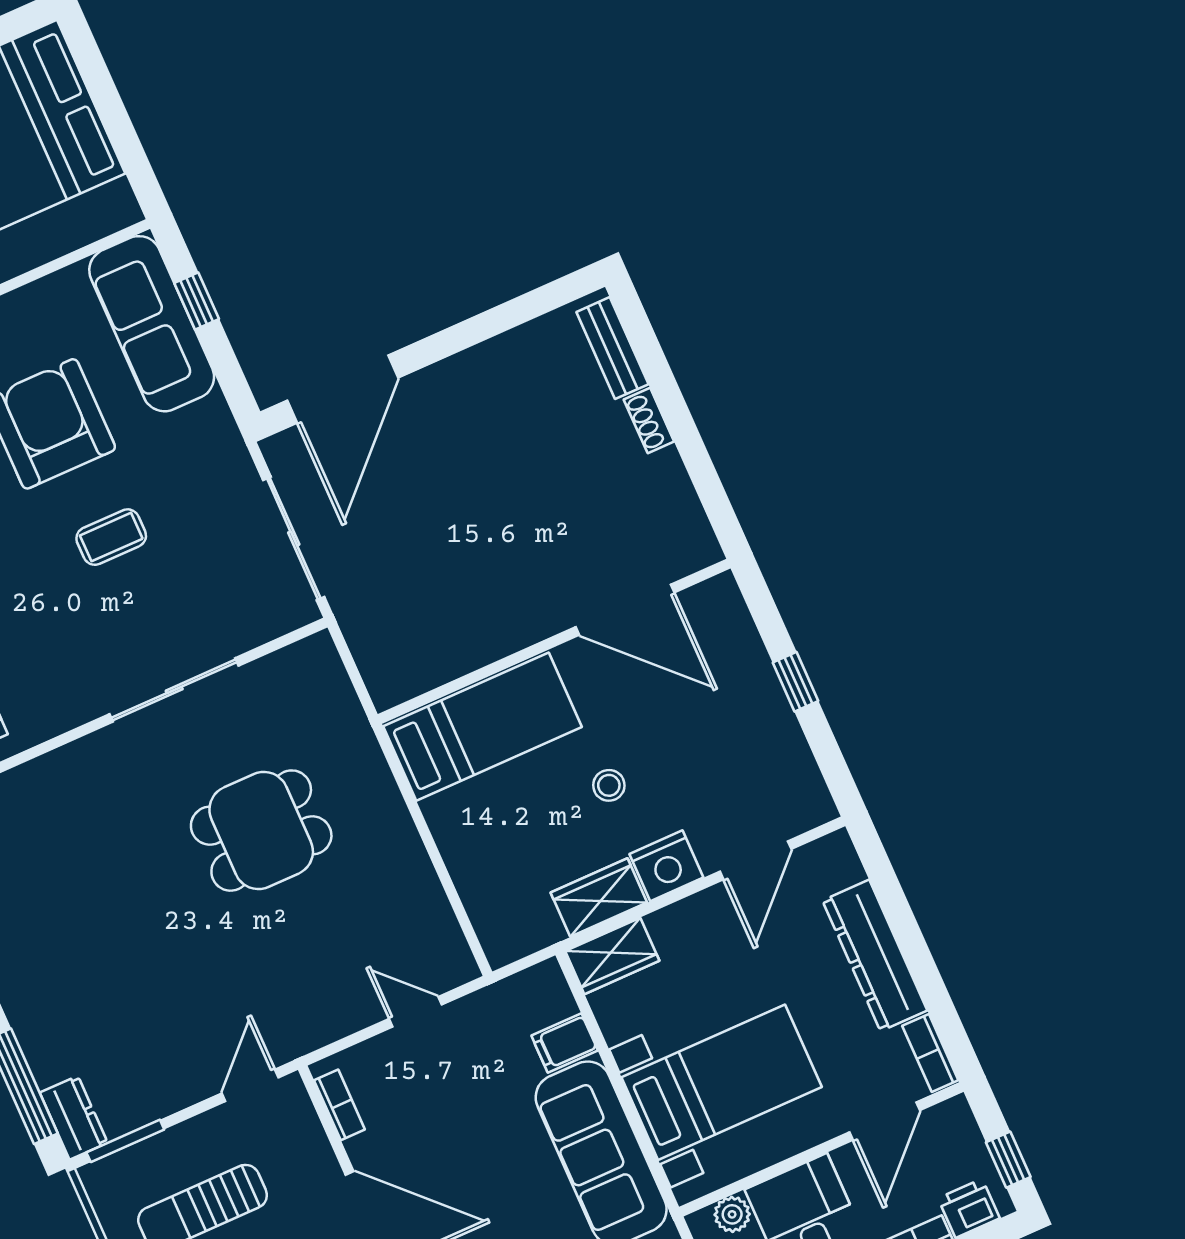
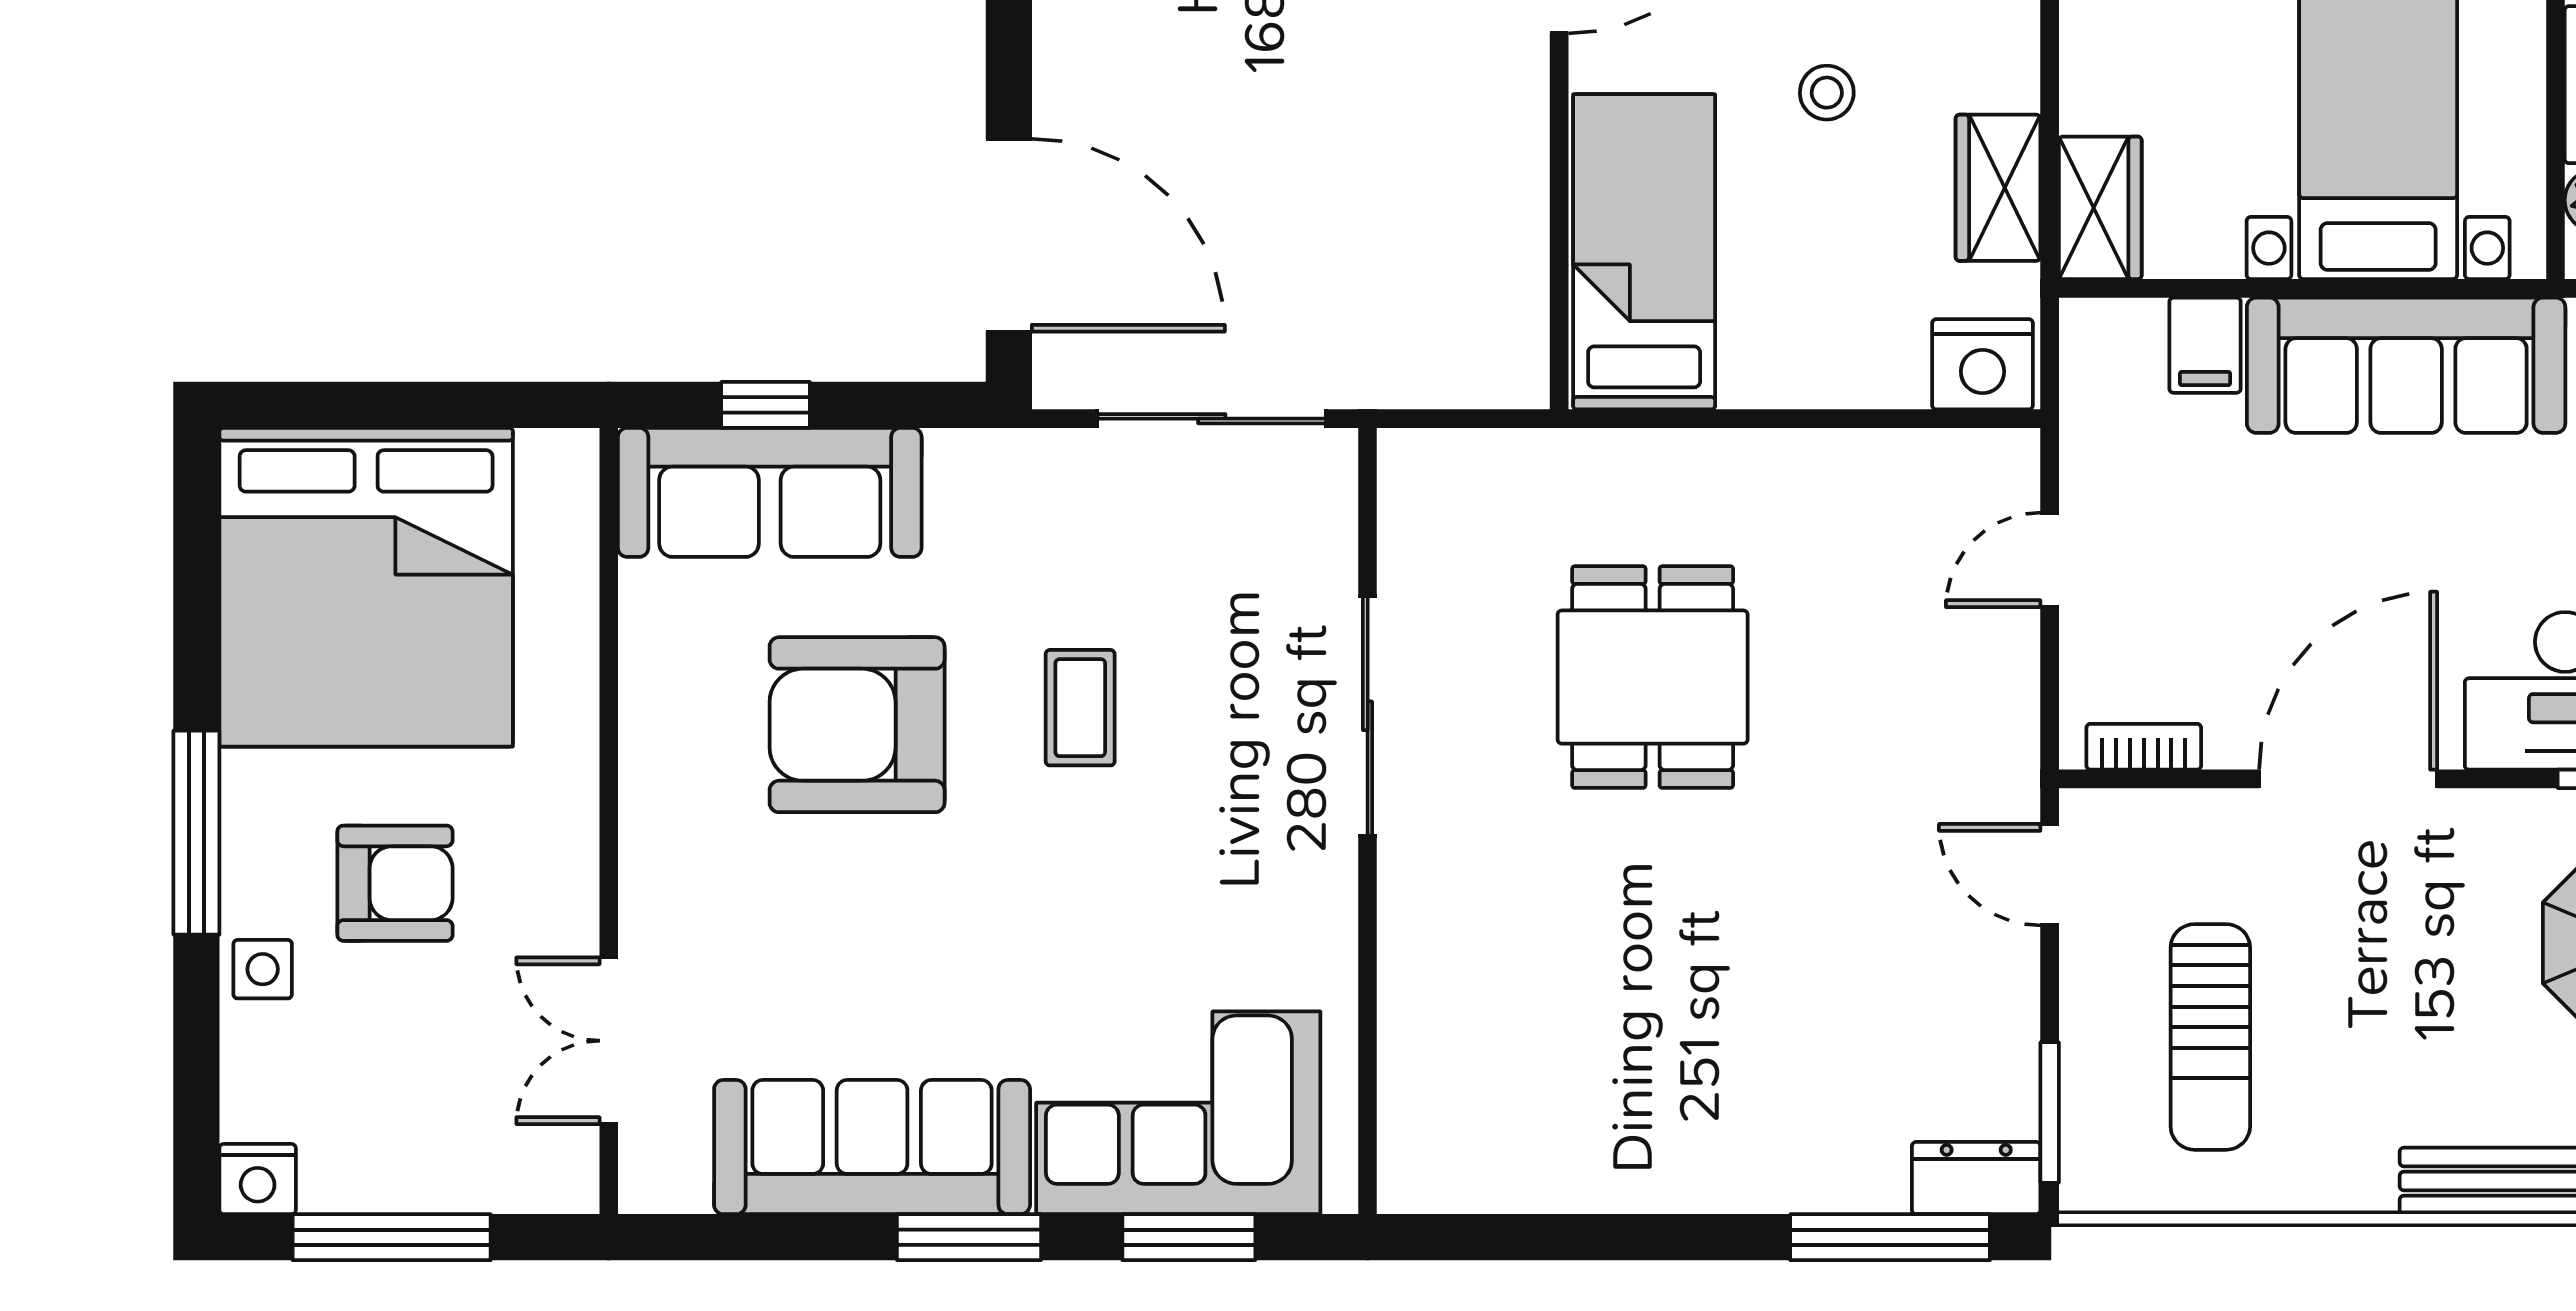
nightstand: (666, 866) -> (1983, 364), moved, turned 90

